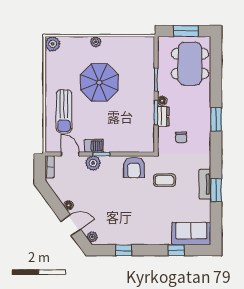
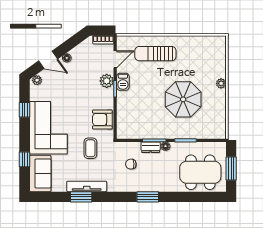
plant: (53, 44) -> (219, 43), removed
parasol: (99, 82) -> (183, 99), moved
tv unit: (205, 184) -> (87, 186), width x1.41
door: (71, 225) -> (48, 60), hinge flipped
corner sofa: (143, 225) -> (48, 128), added

